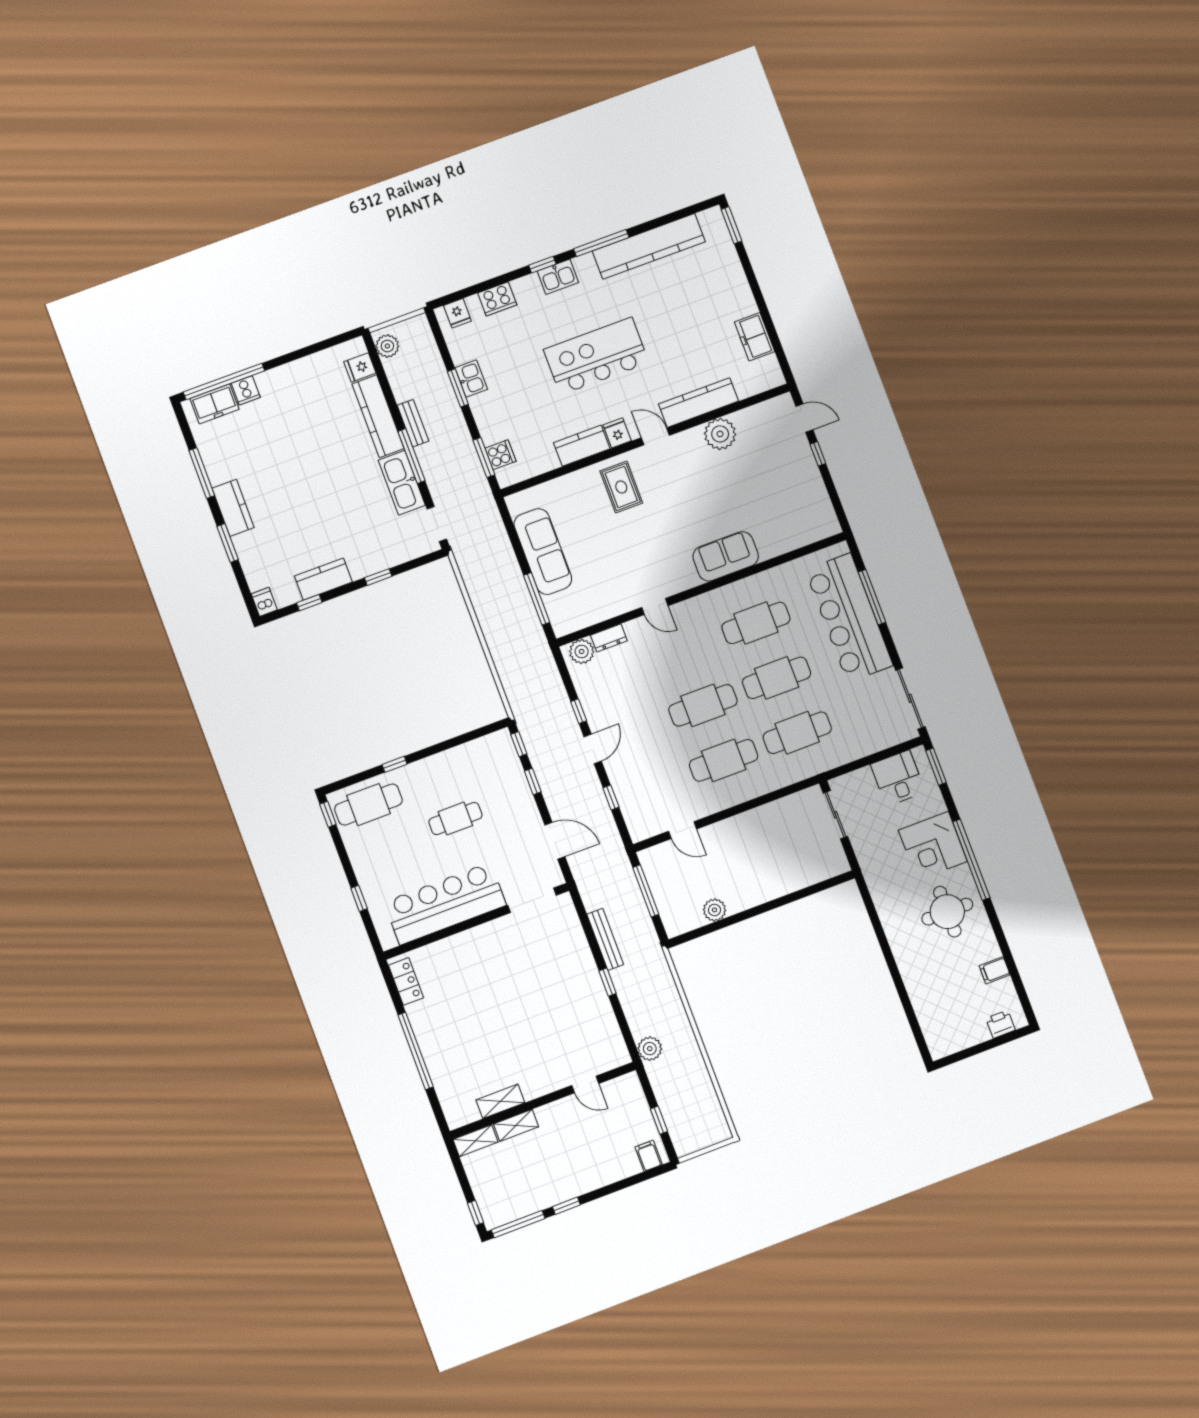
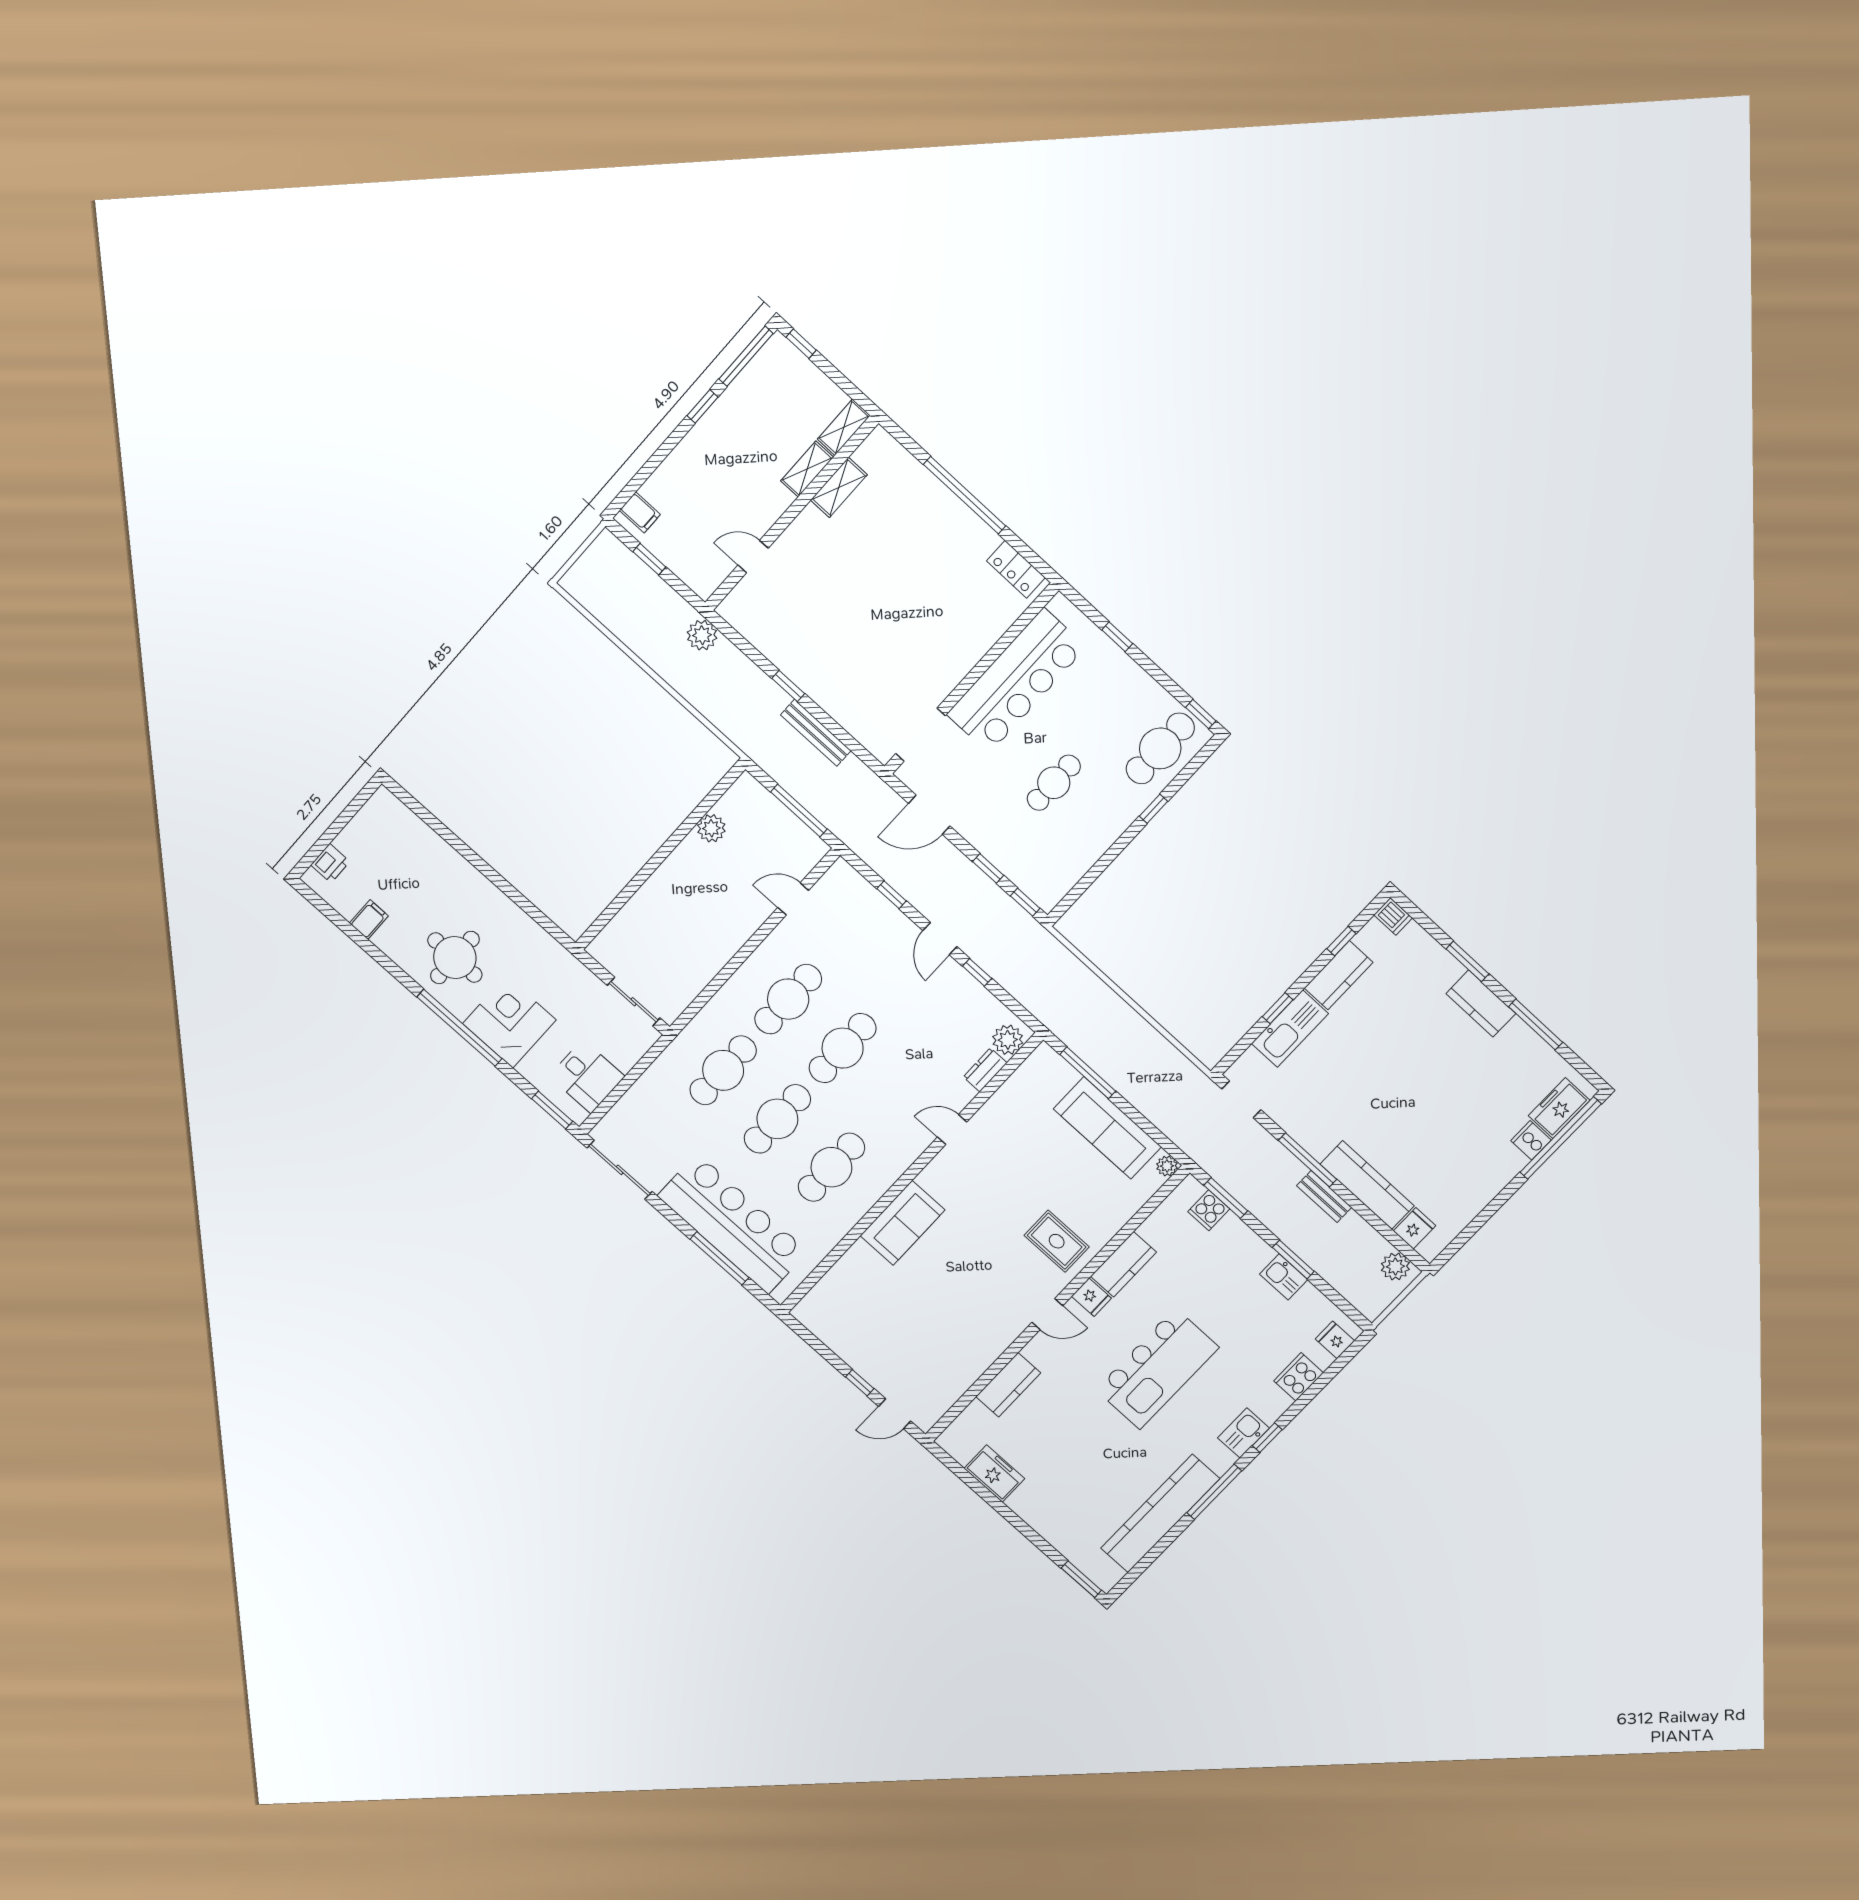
kitchen counter: (699, 403) -> (1008, 1385), width x0.67
plant: (720, 434) -> (1167, 1166), moved, width x0.53, depth x0.53
kitchen sink: (402, 483) -> (1290, 1029), moved, turned 90

